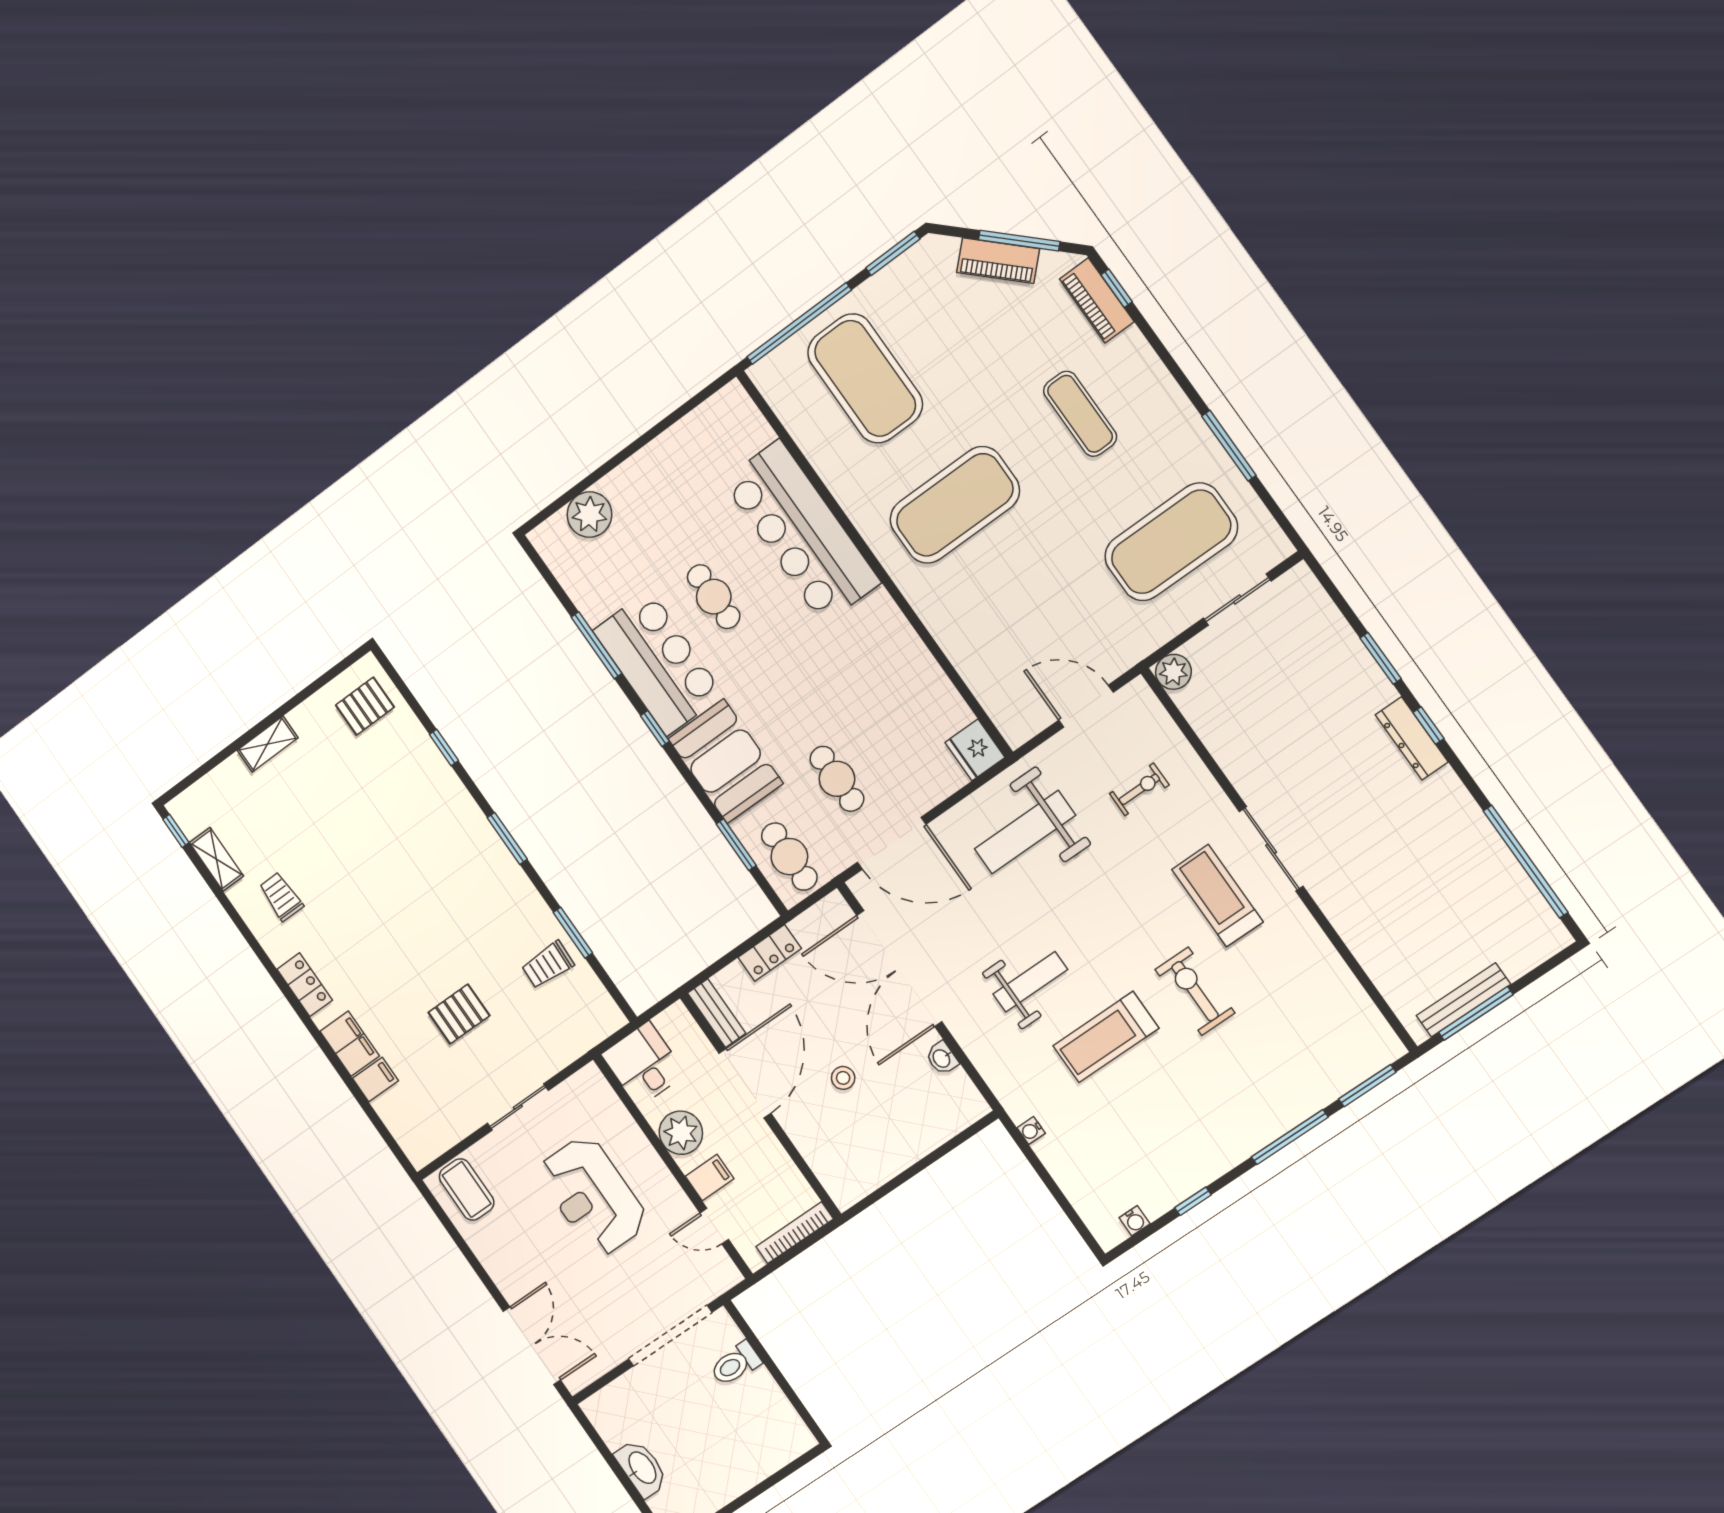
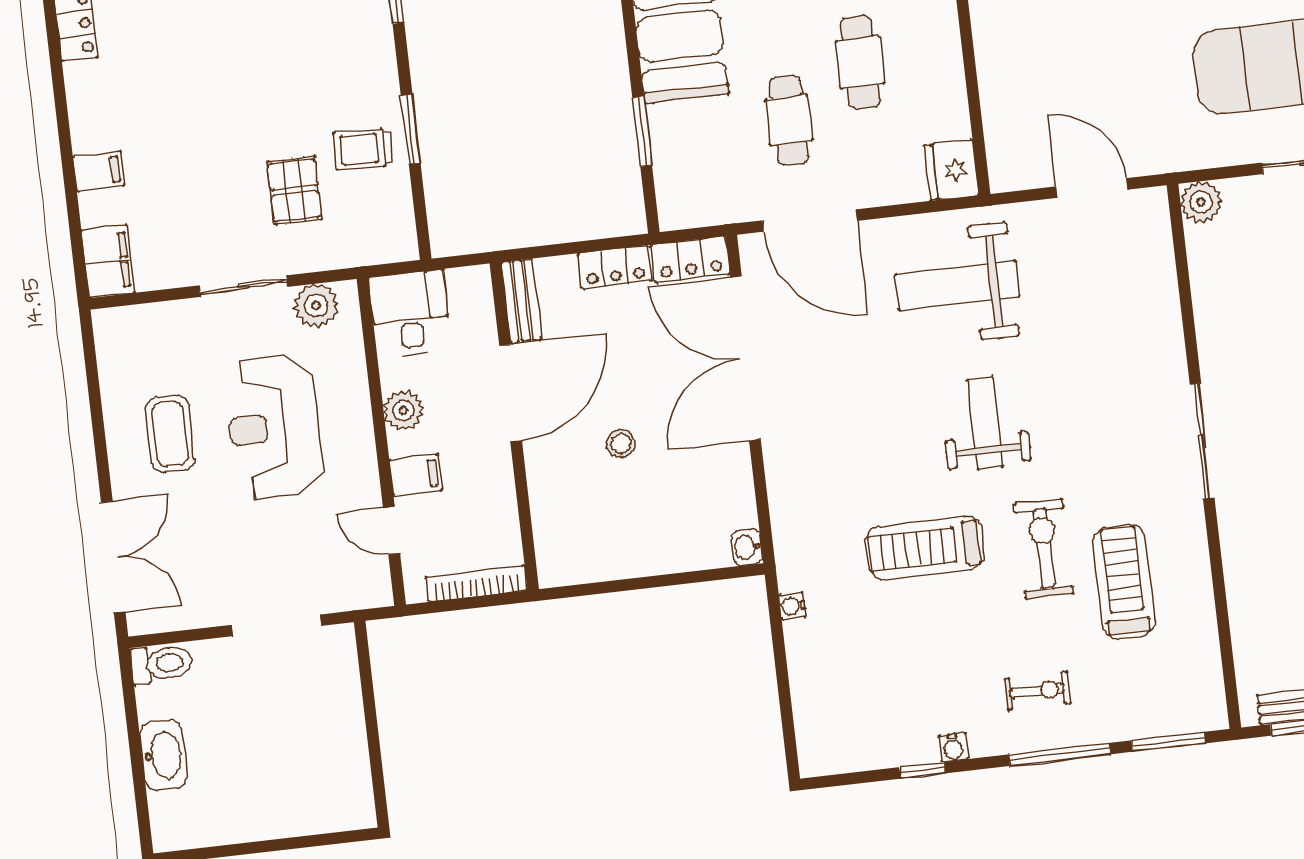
exercise bike: (1139, 789) -> (1037, 691), moved
cafe table: (789, 857) -> (860, 62), moved
treadmill: (1217, 896) -> (1124, 582), moved
locker: (821, 918) -> (690, 259), added
weight bench: (1030, 982) -> (985, 423), moved, turned -90
pallet: (459, 1014) -> (295, 190), moved, turned 90
filing cabinet: (350, 1044) -> (108, 261), moved
washbasin: (942, 1058) -> (747, 547), moved
plant: (575, 1094) -> (316, 306), added
plant: (681, 1133) -> (403, 410), width x0.73, depth x0.73
coffee table: (467, 1189) -> (170, 434), moved
water cooler: (1135, 1221) -> (953, 747), moved
doorway: (670, 1336) -> (276, 625), width x0.73
toilet: (735, 1364) -> (161, 664), moved, turned 180

